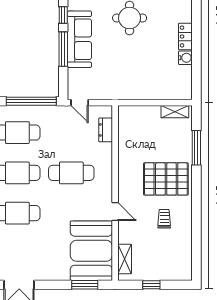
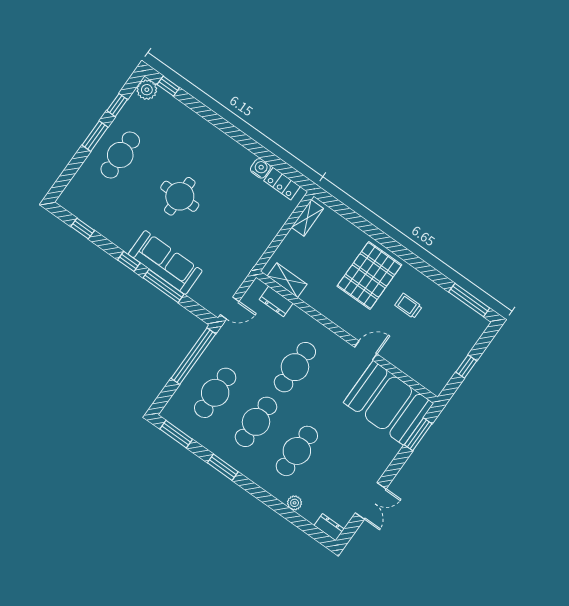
locker: (185, 37) -> (282, 184), moved
window: (196, 148) -> (469, 300), moved
shelving: (125, 259) -> (287, 280), moved

